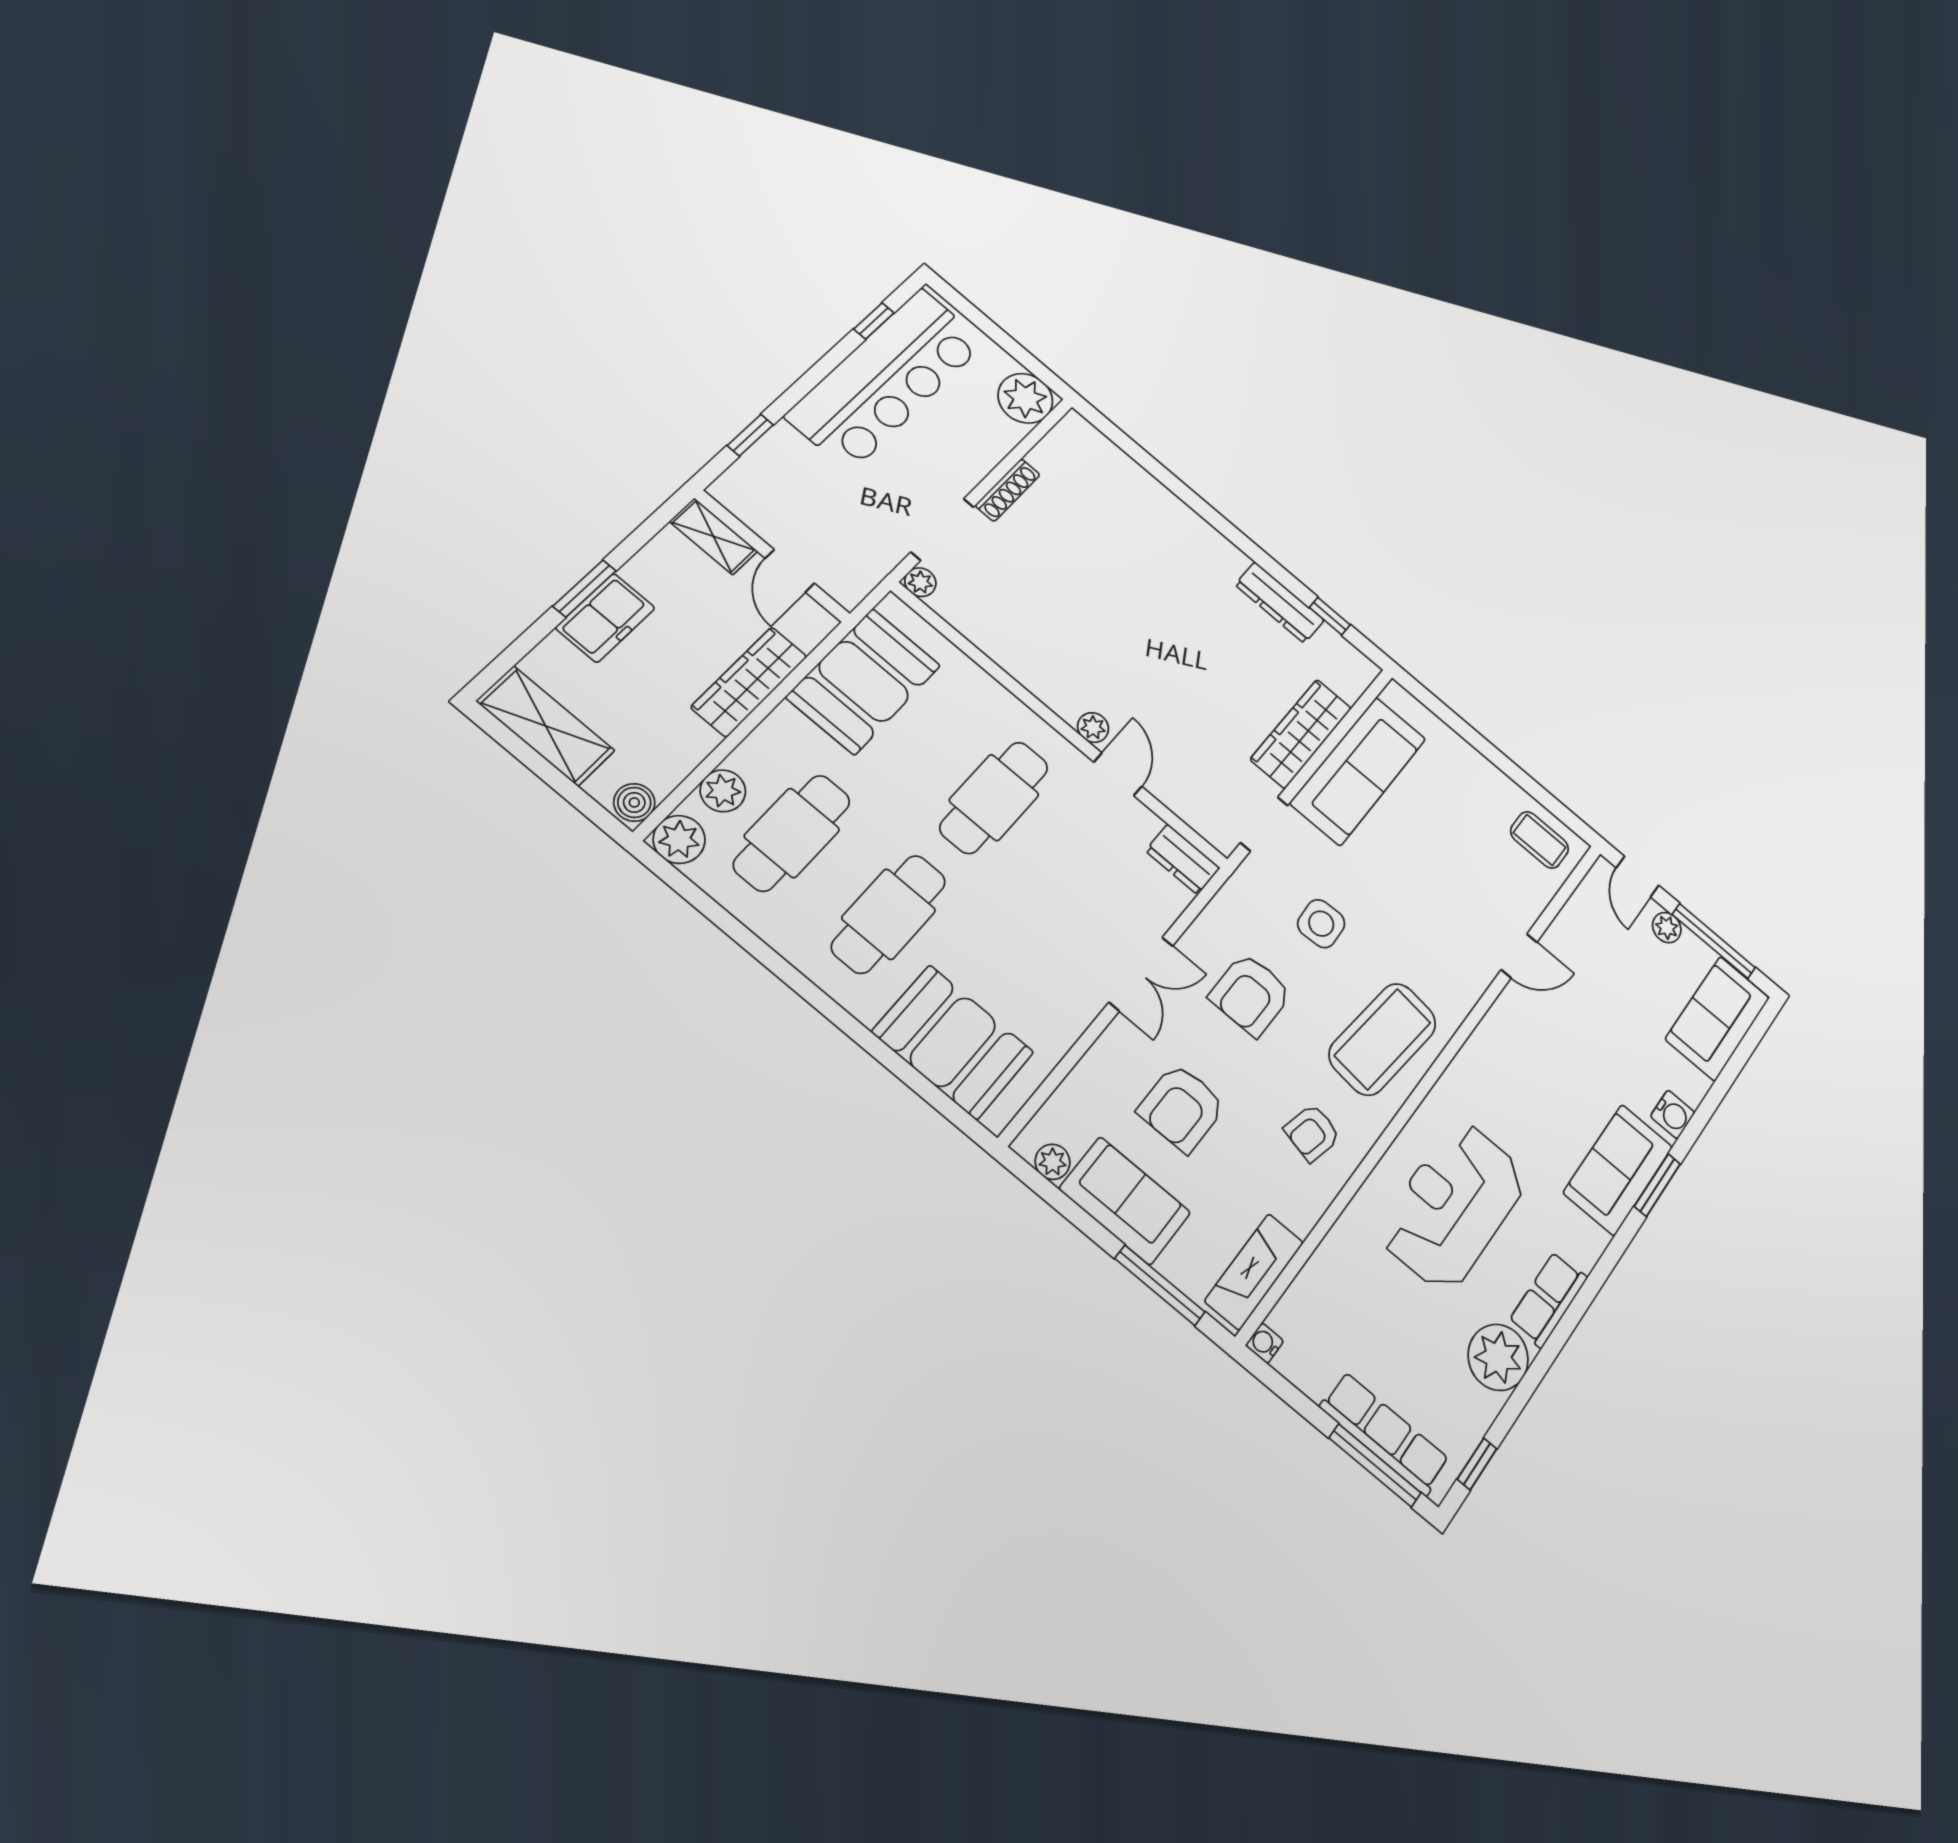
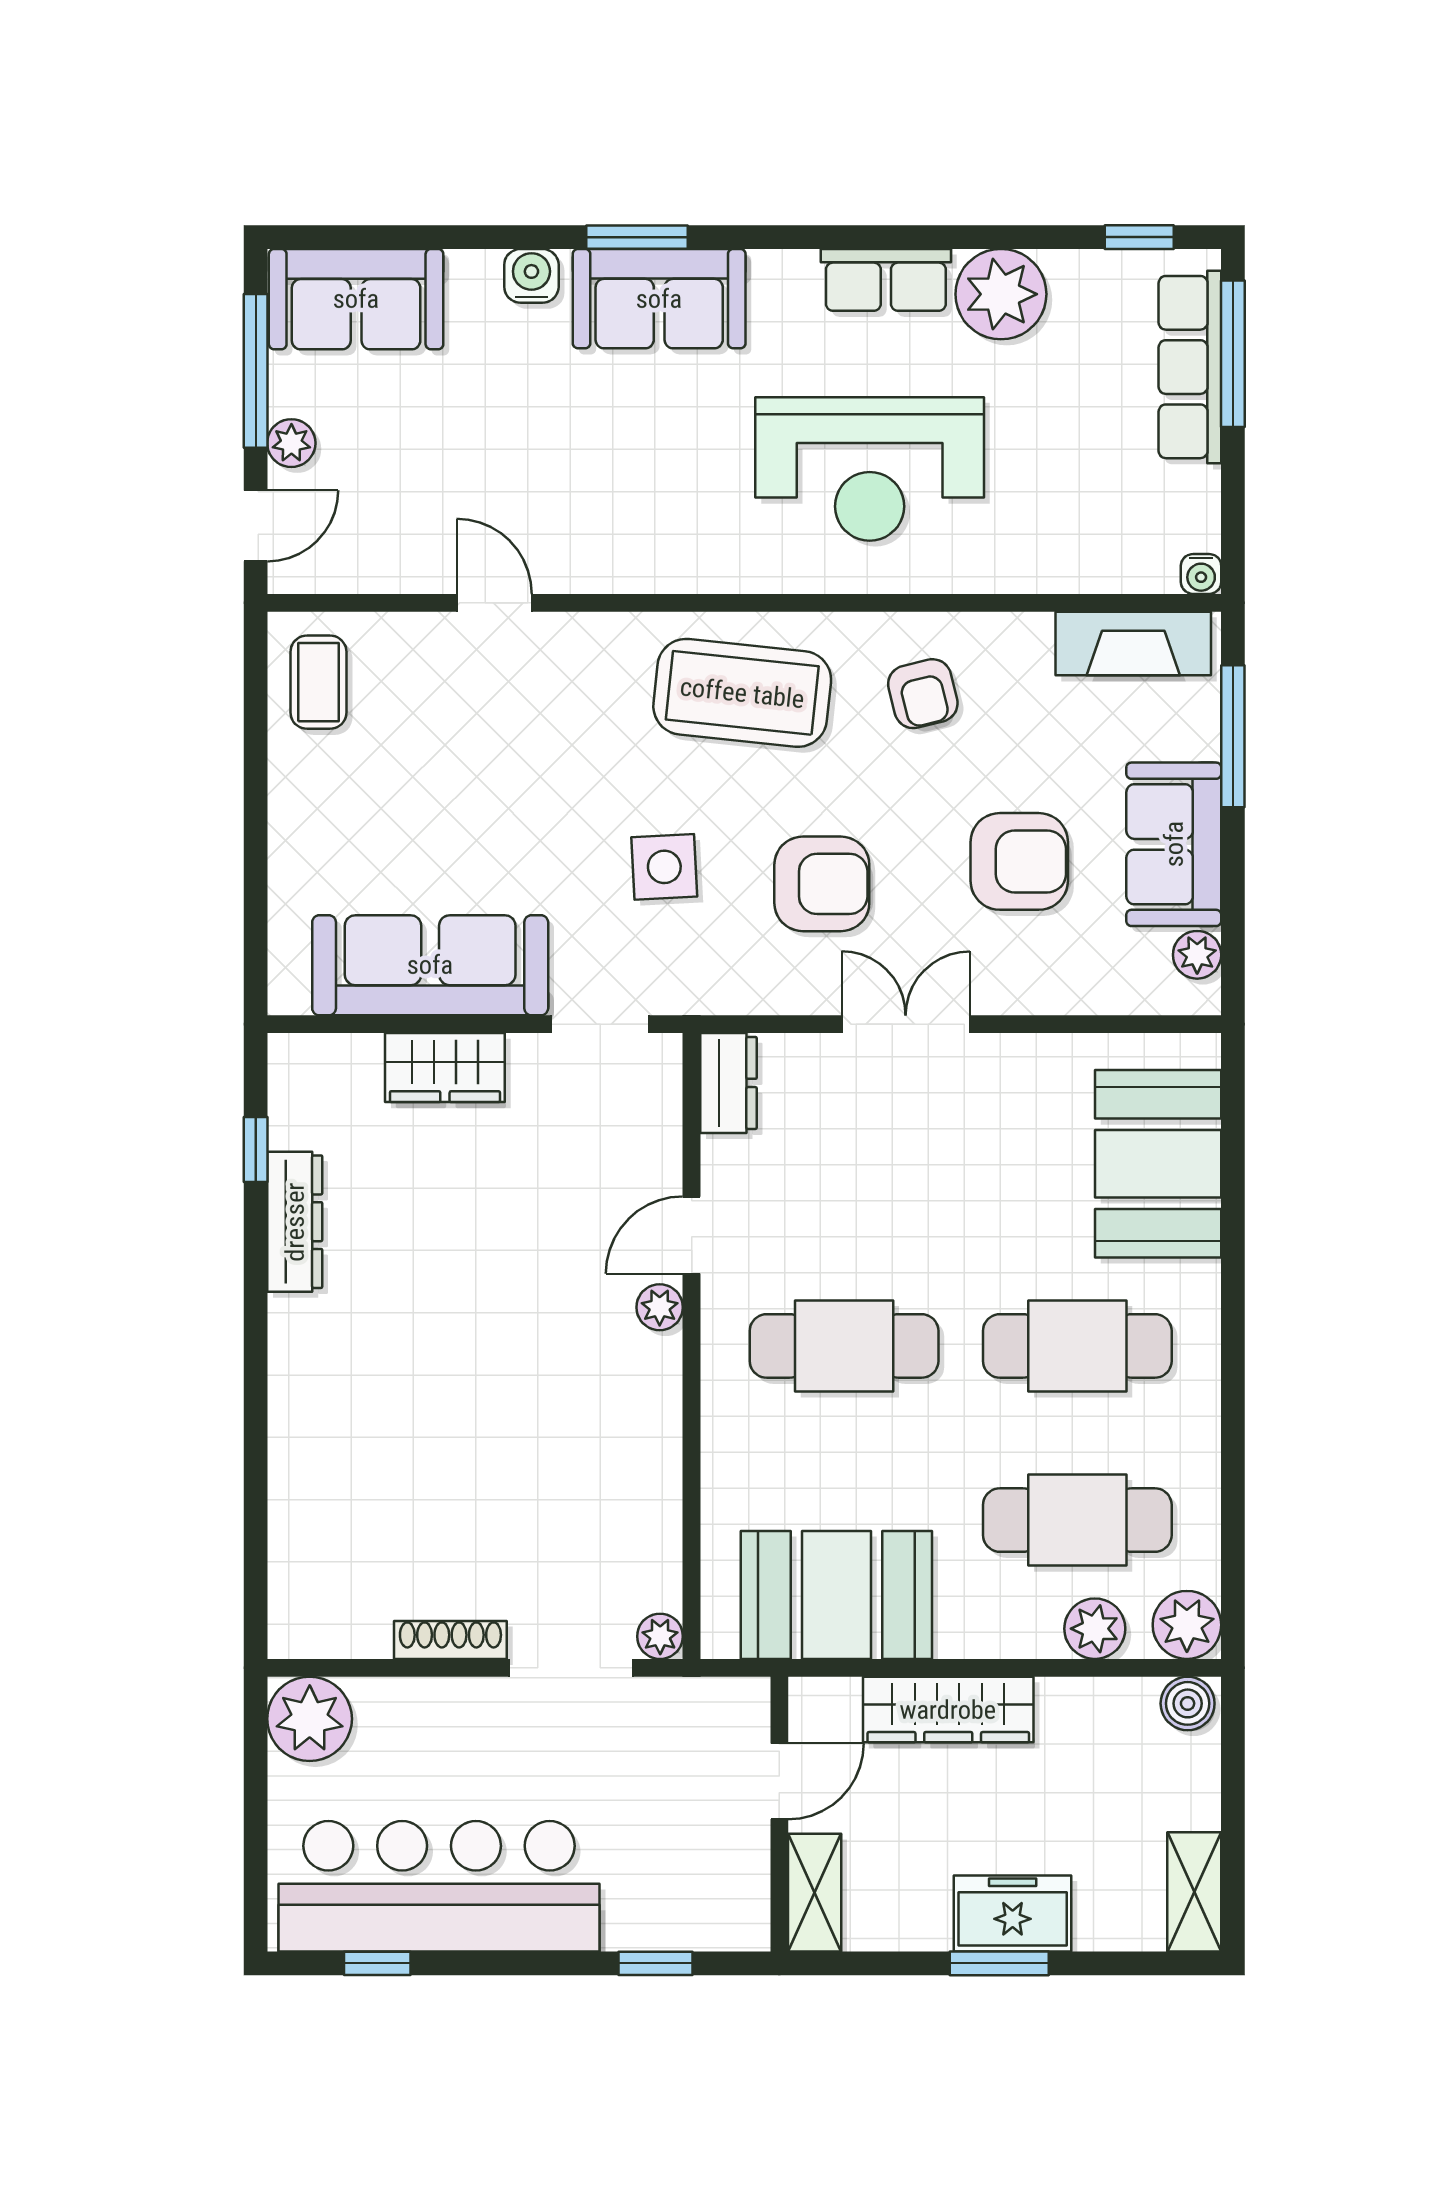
shelving: (546, 726) -> (1194, 1892), width x0.67, depth x0.75
wardrobe: (1301, 734) -> (445, 1068), width x0.67
armchair: (1312, 1133) -> (923, 694), turned 63

